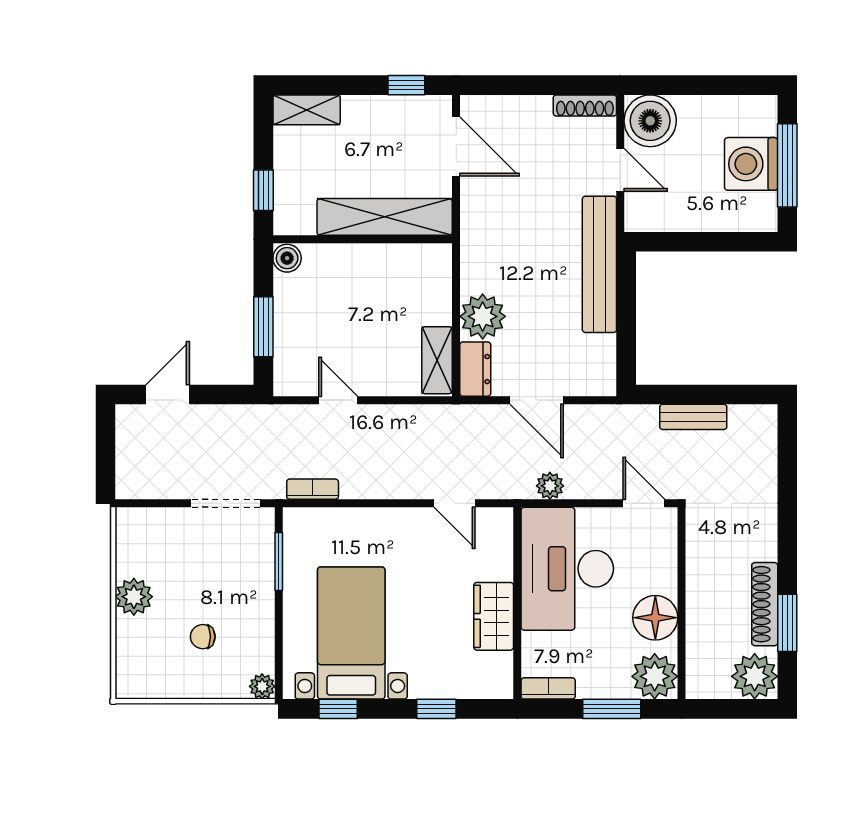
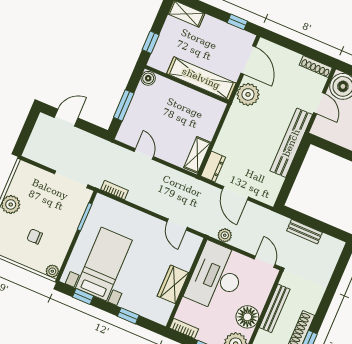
plant: (483, 316) -> (248, 94), moved
bench: (699, 581) -> (275, 308), added

